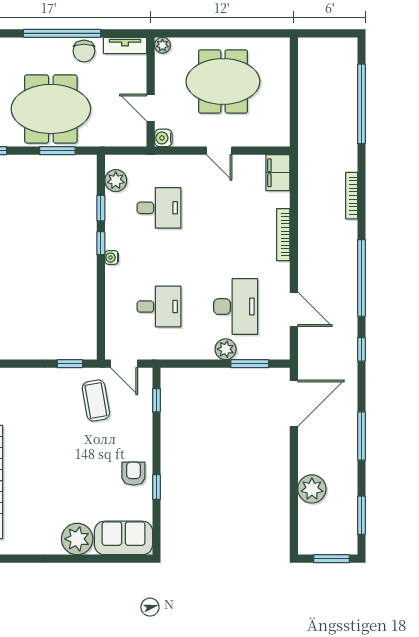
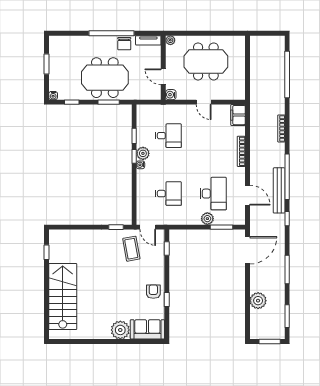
plant: (116, 181) -> (143, 153), moved
bench: (348, 301) -> (279, 190), added

